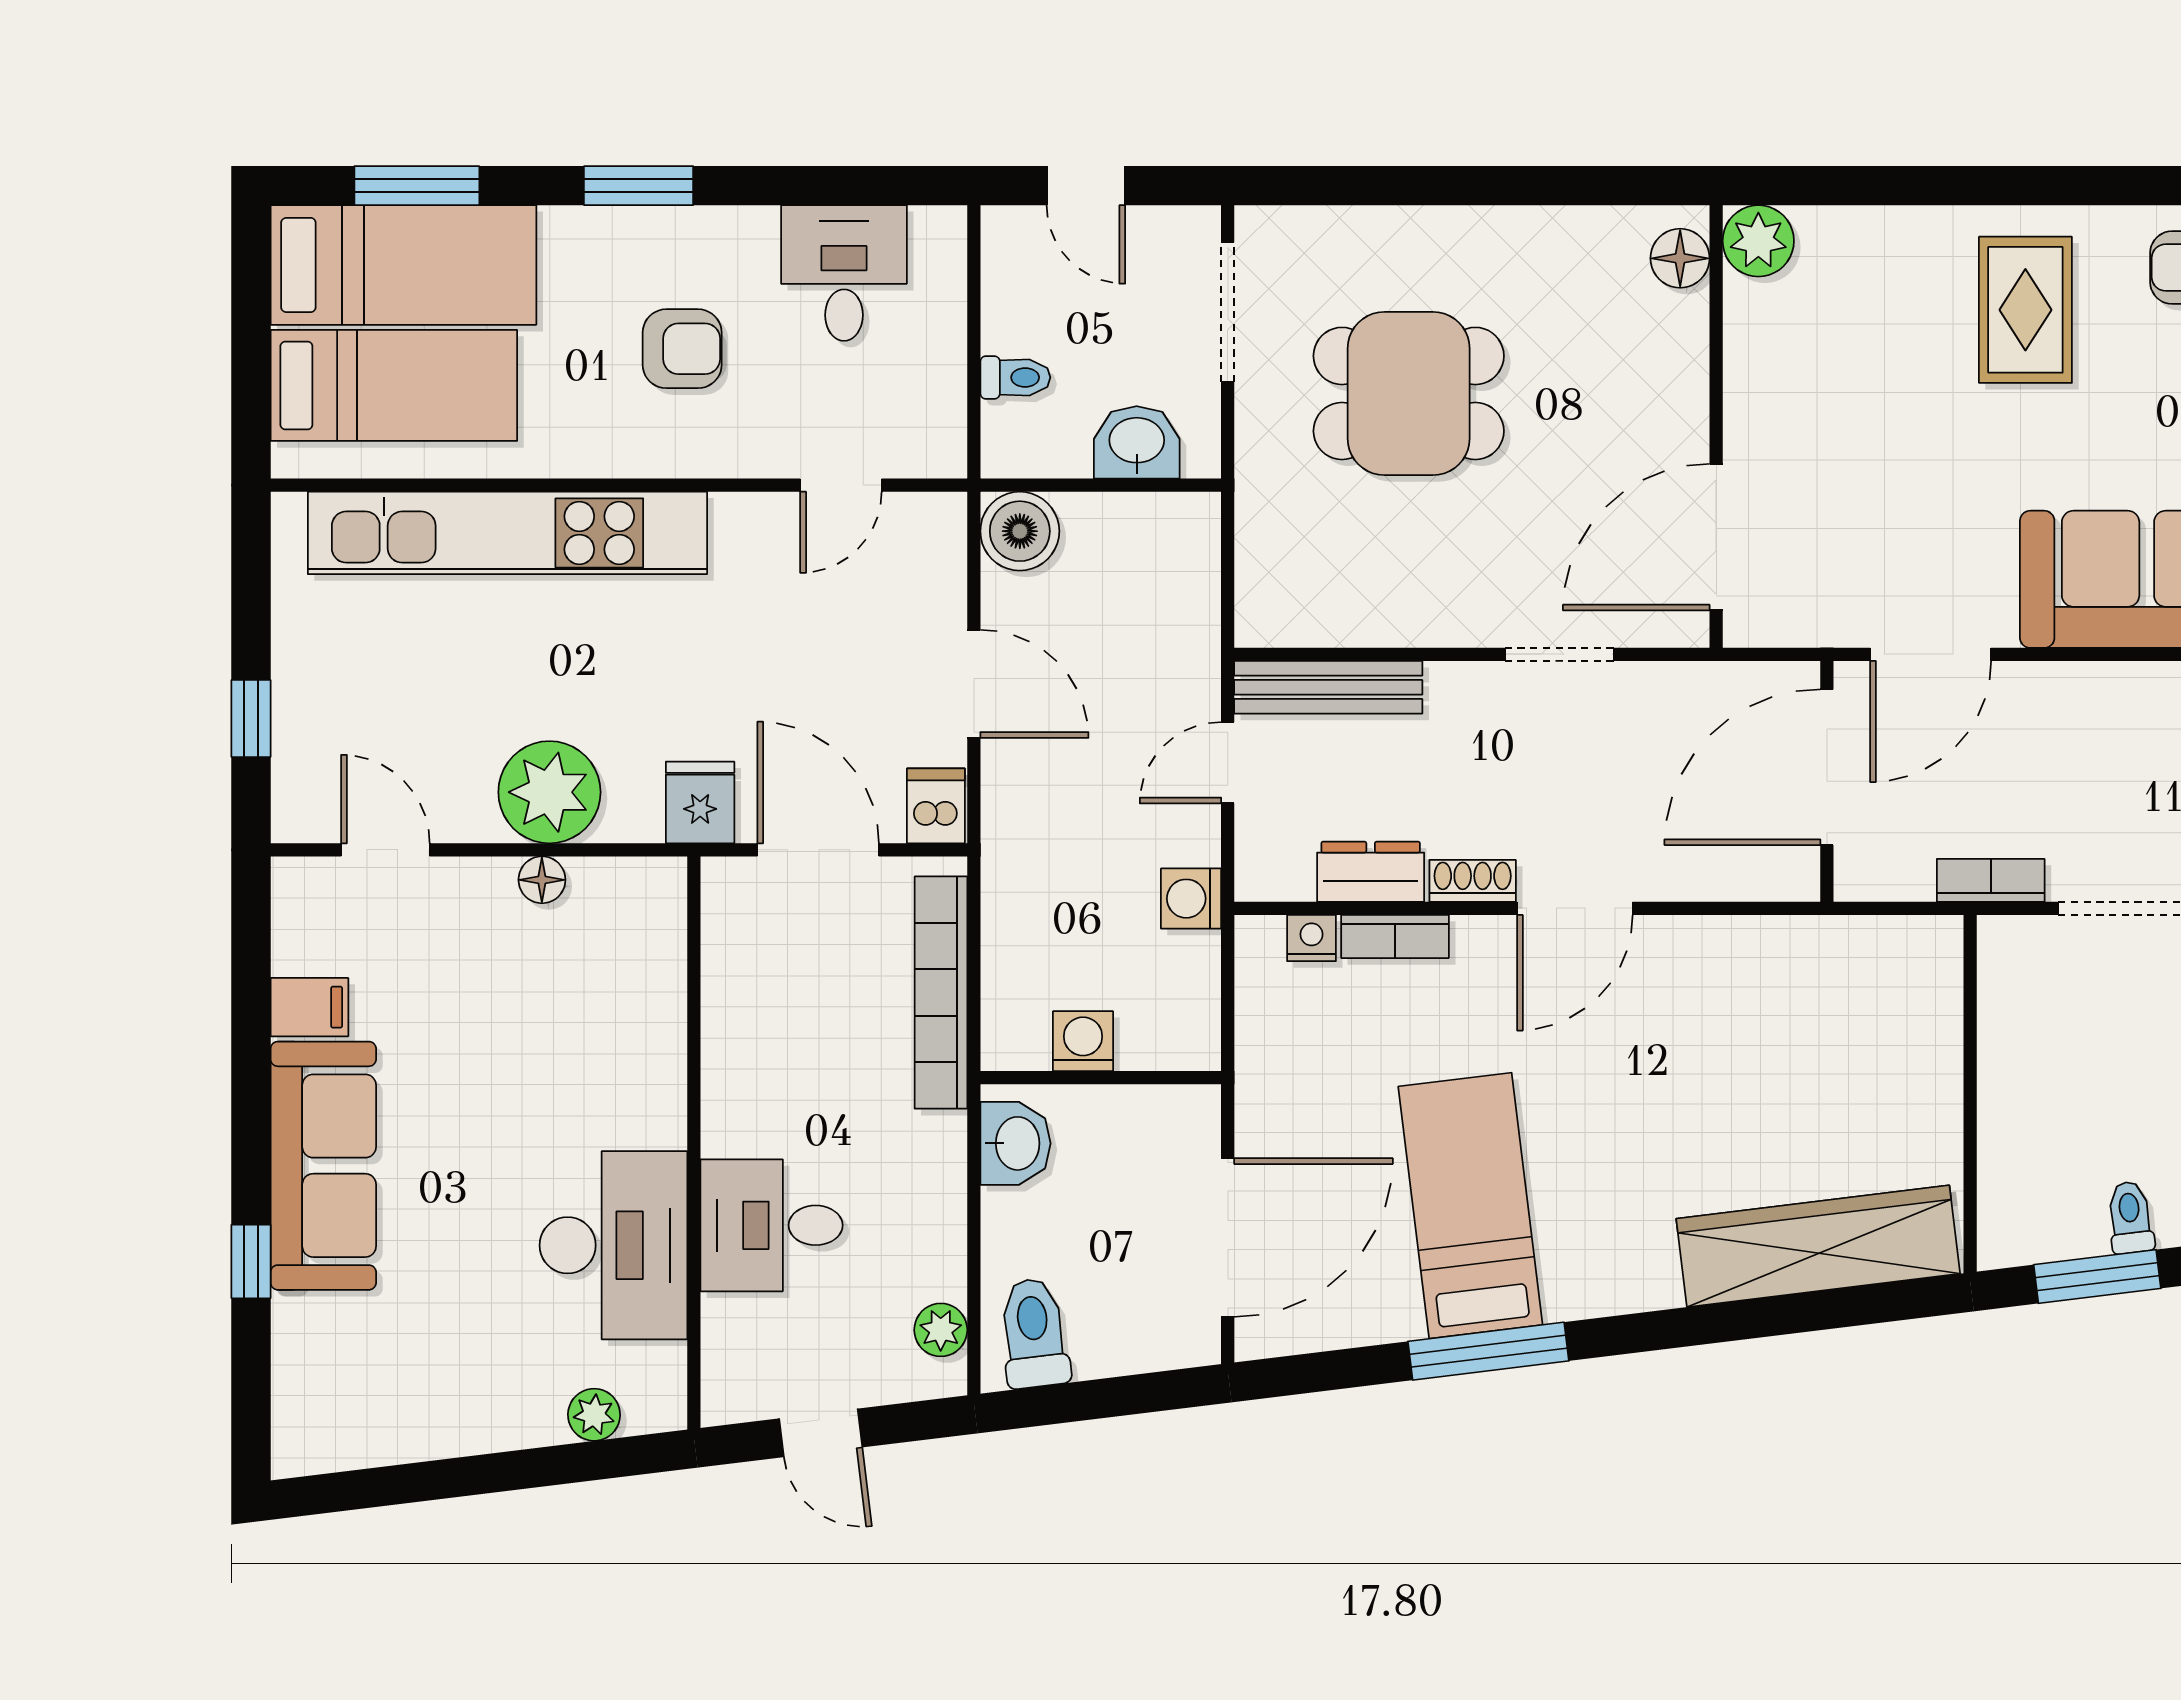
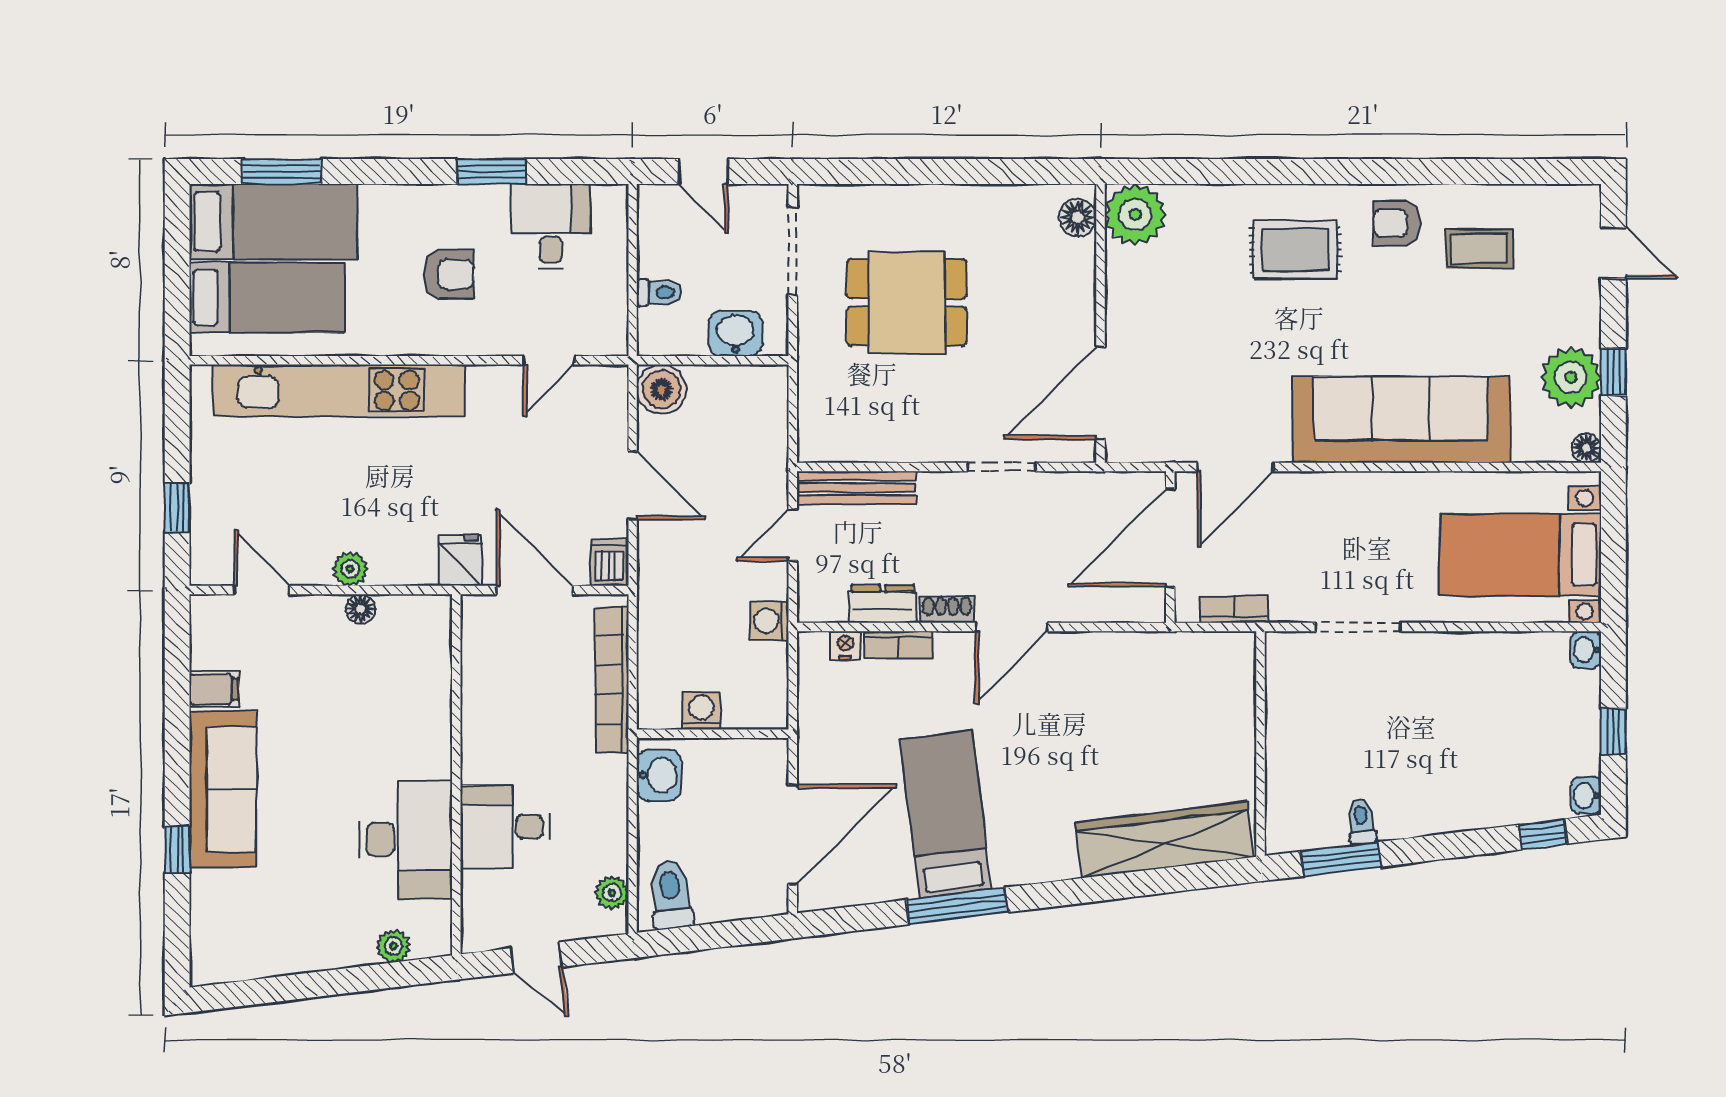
window: (639, 186) -> (491, 172), moved
plant: (1758, 241) -> (1135, 215), width x1.36, depth x1.36
rug: (2025, 310) -> (1295, 250), turned 90
plant: (549, 792) -> (350, 569), width x0.53, depth x0.53
bookcase: (1991, 880) -> (1234, 609), moved

